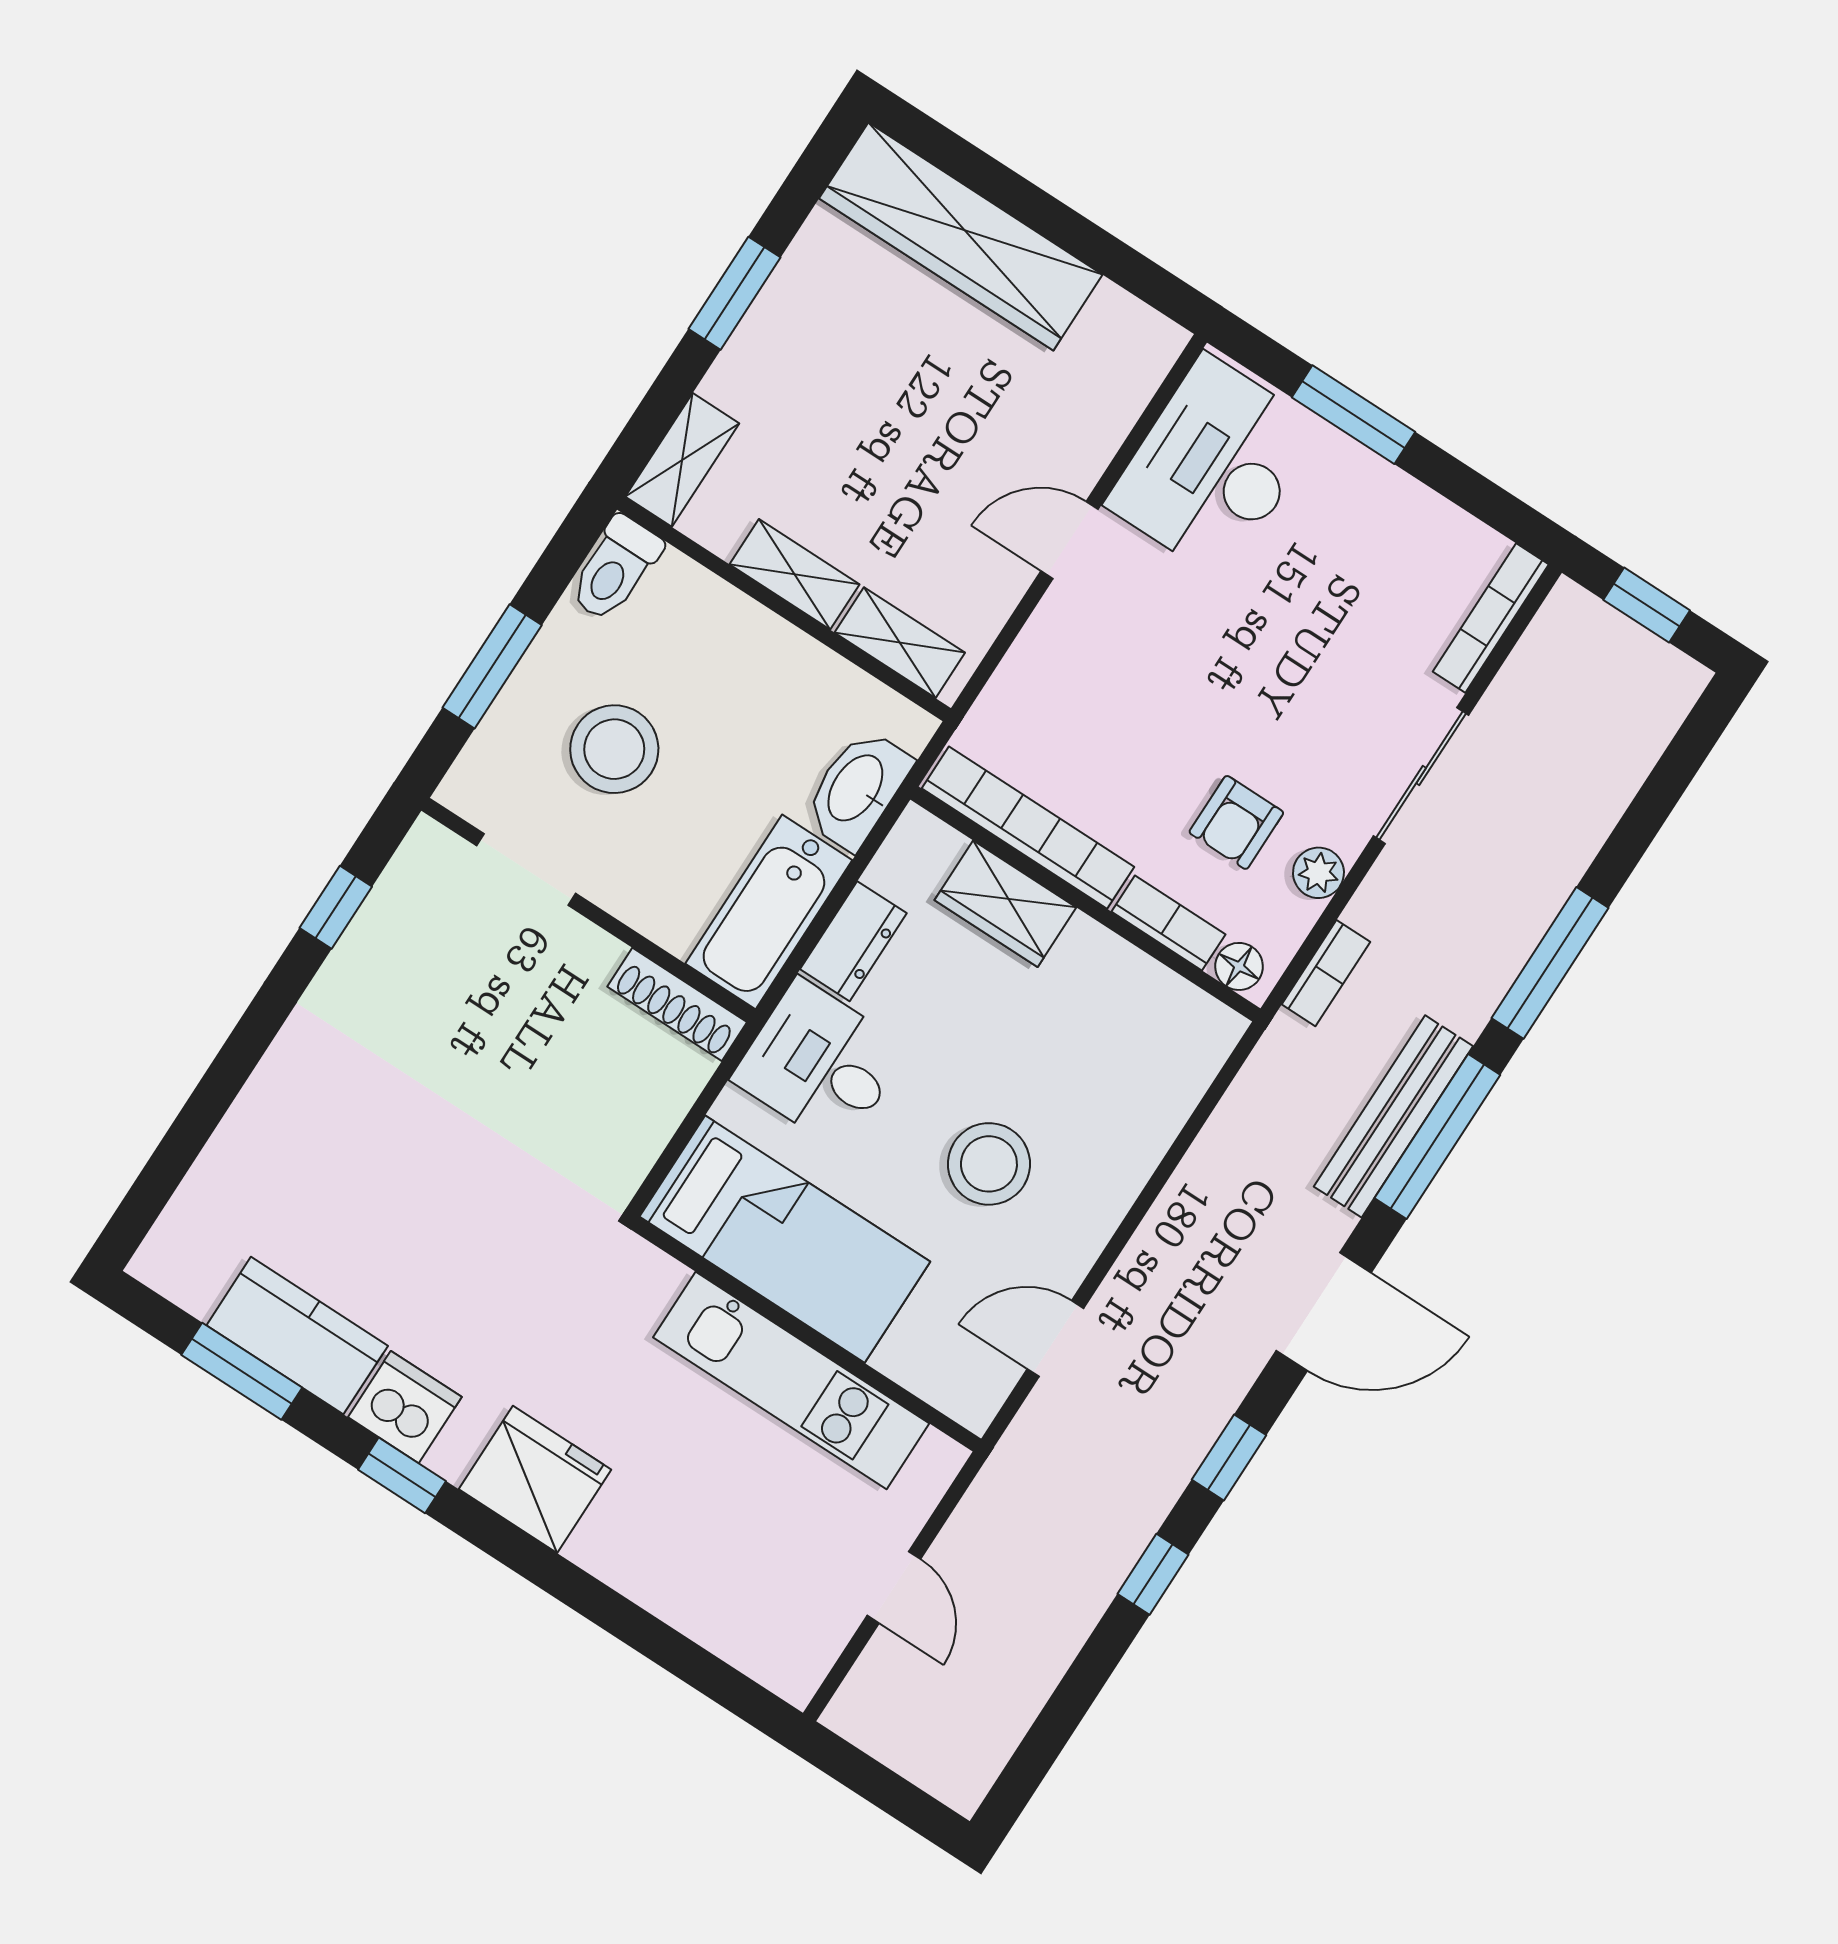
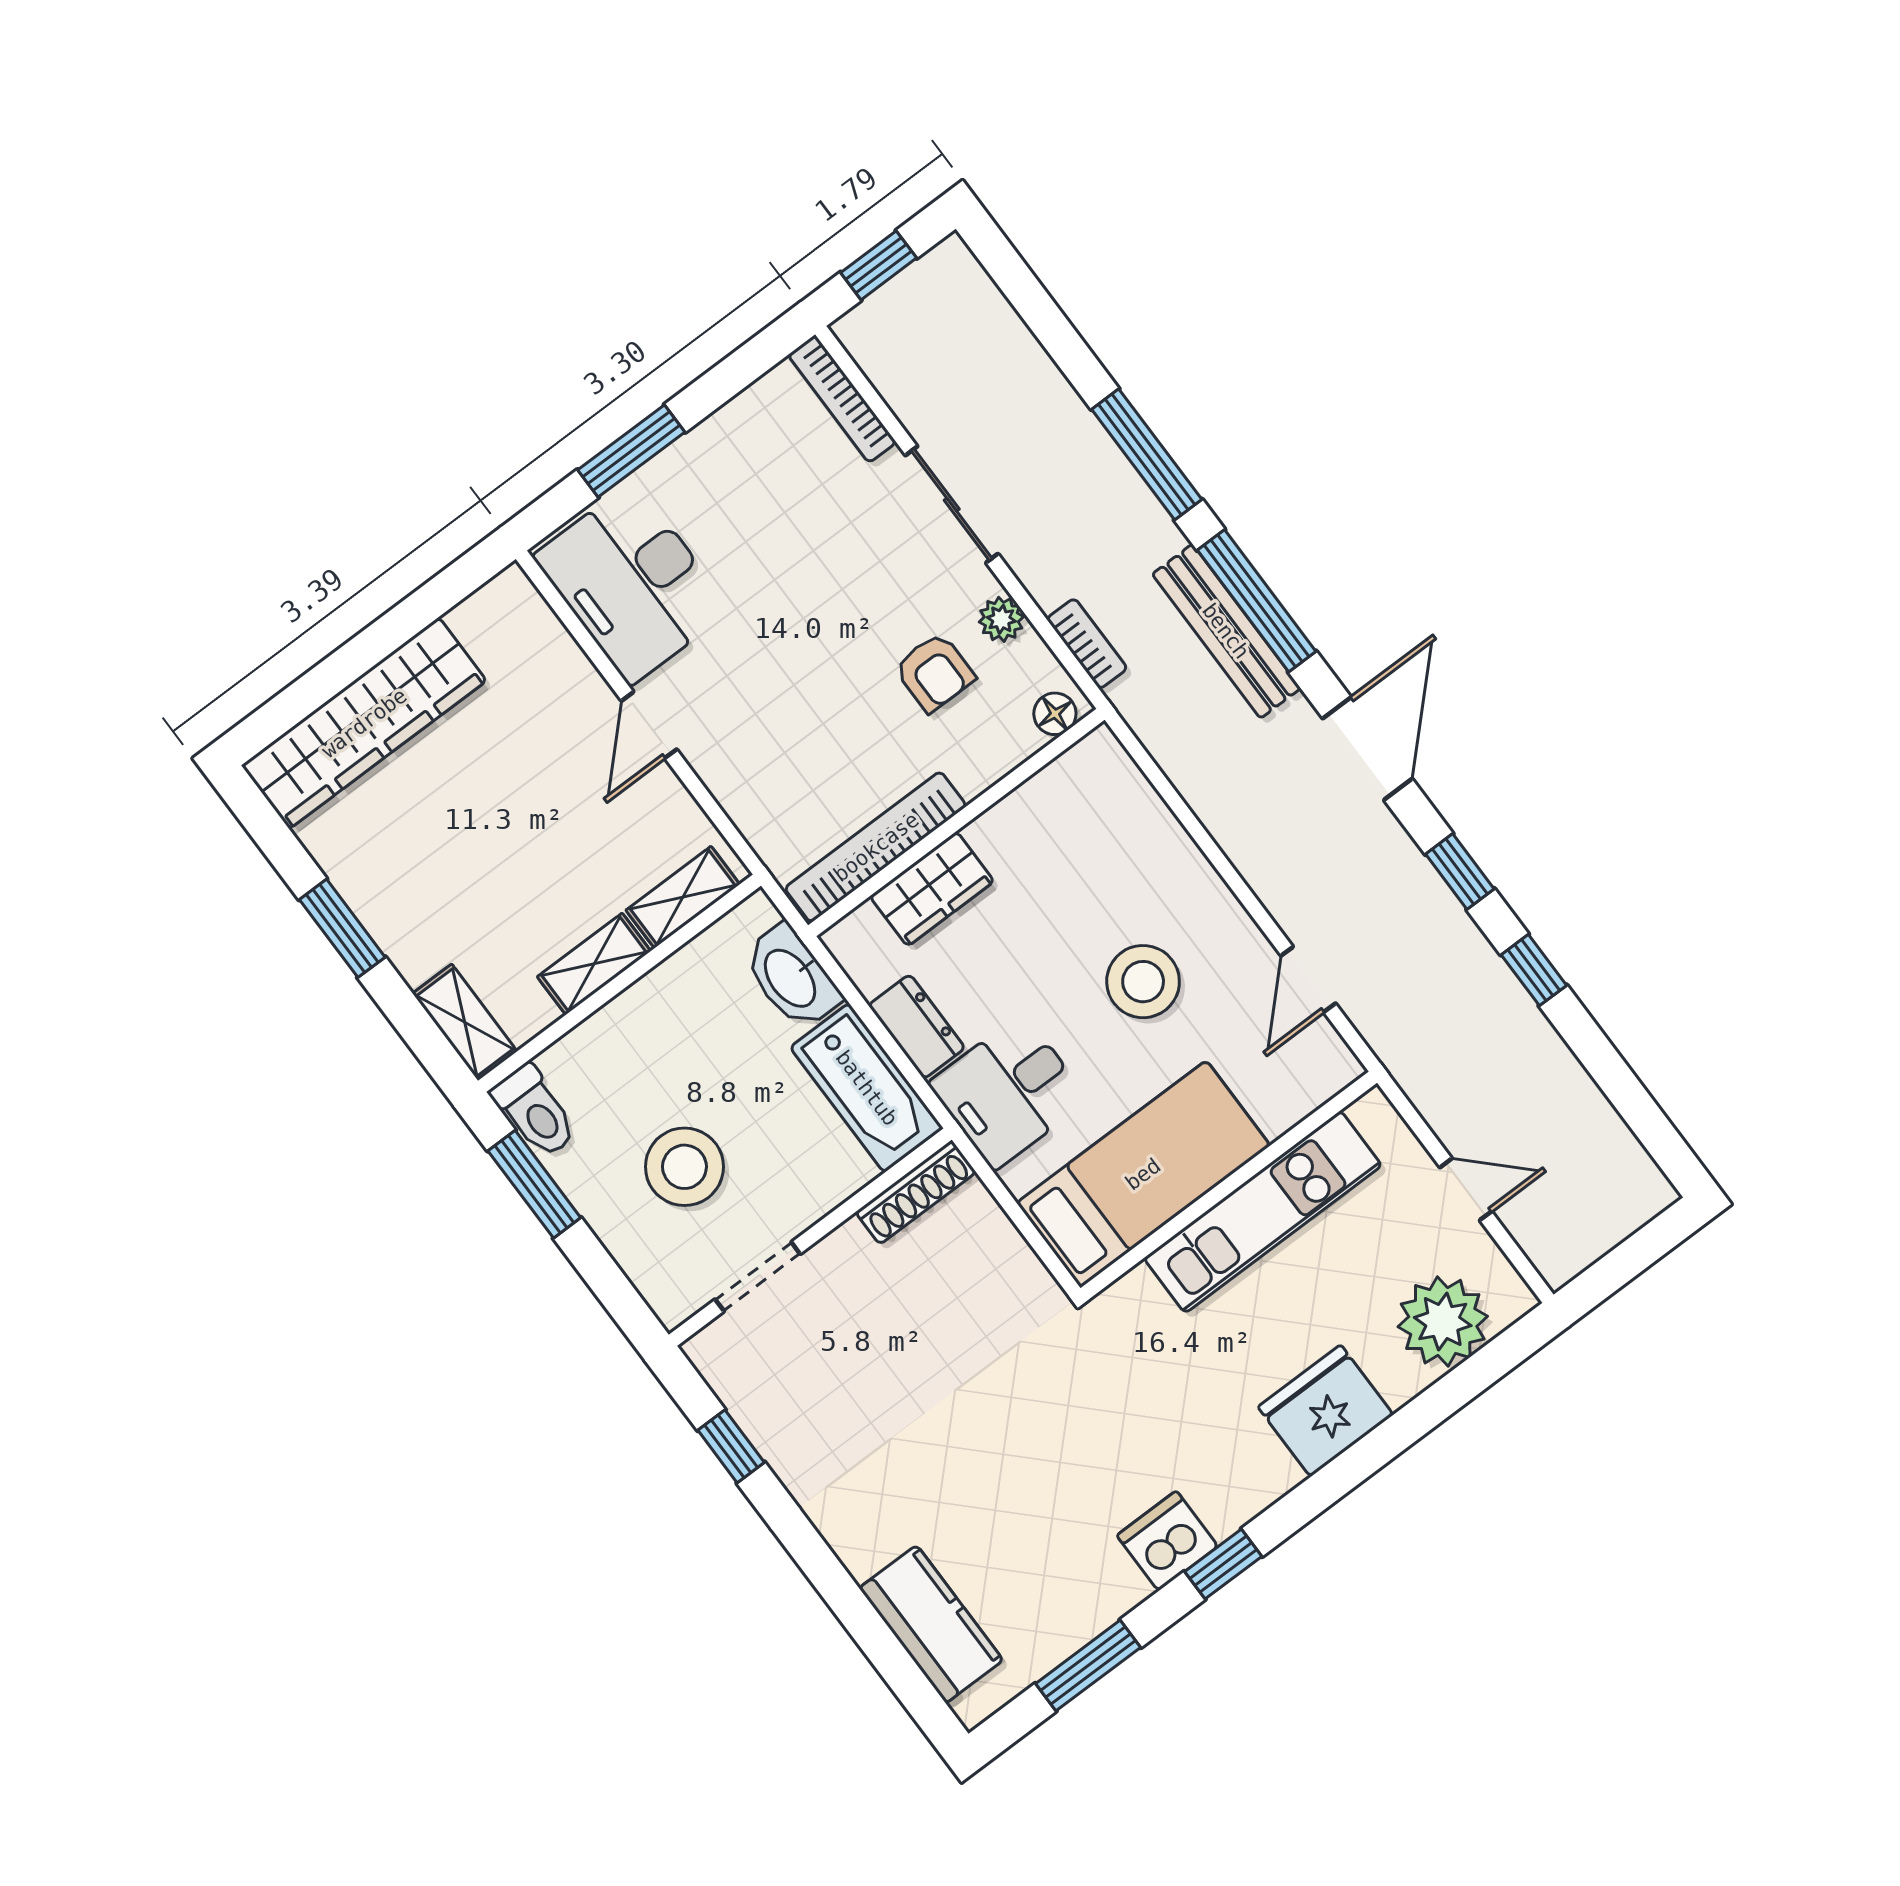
window: (492, 666) -> (534, 1184), moved
bookcase: (1168, 923) -> (997, 759), removed
kitchen counter: (297, 1336) -> (931, 1624), moved, turned 90
fridge: (535, 1479) -> (1326, 1411), moved
plant: (745, 1614) -> (1443, 1322), added

